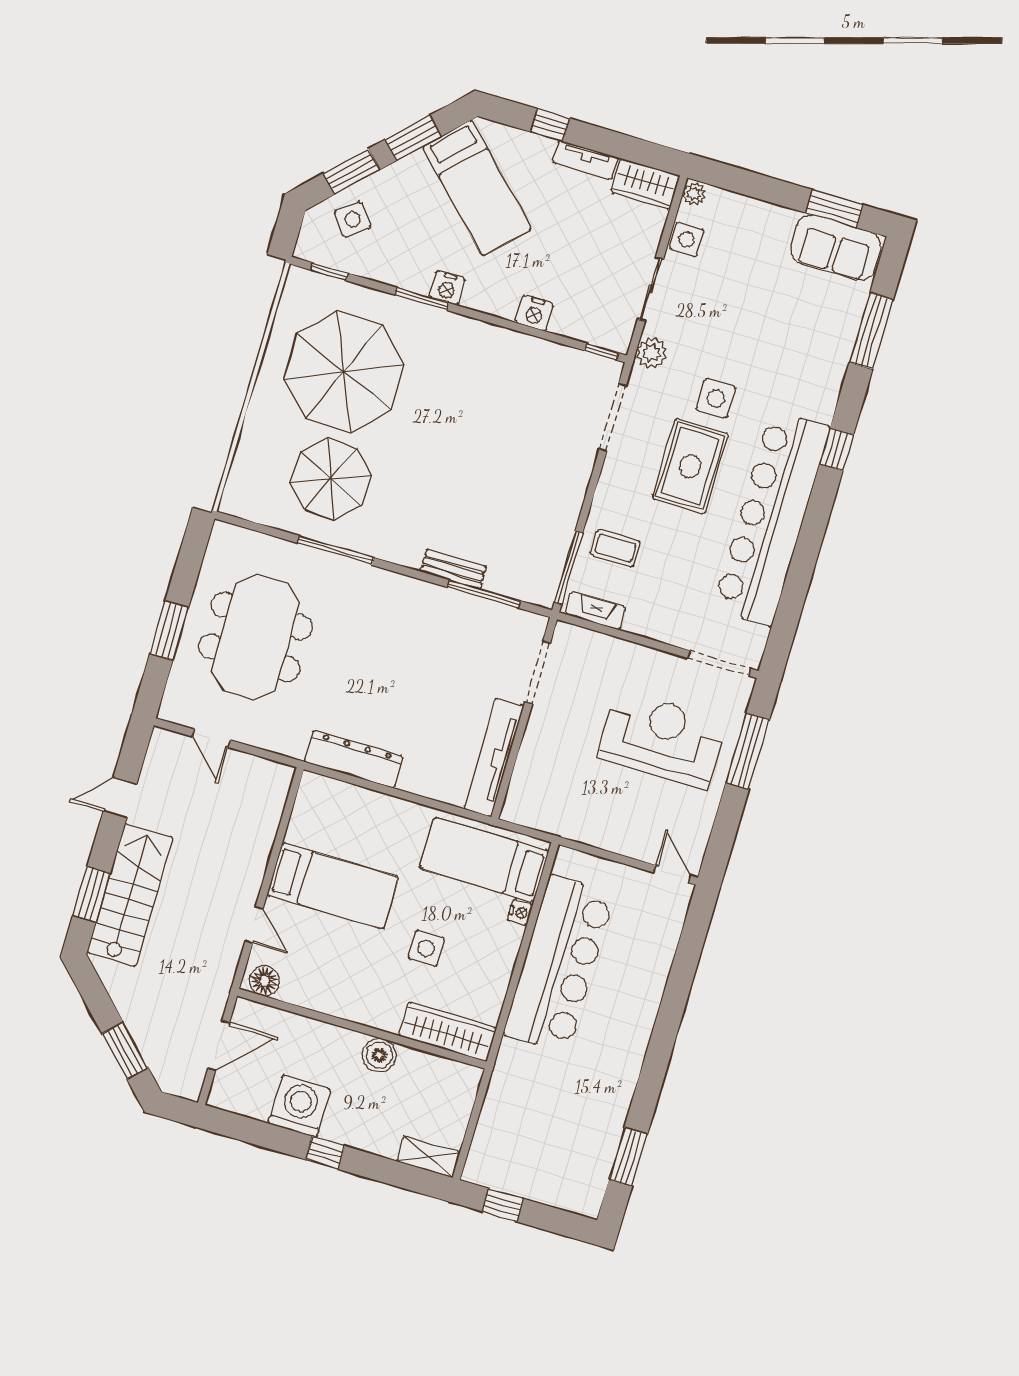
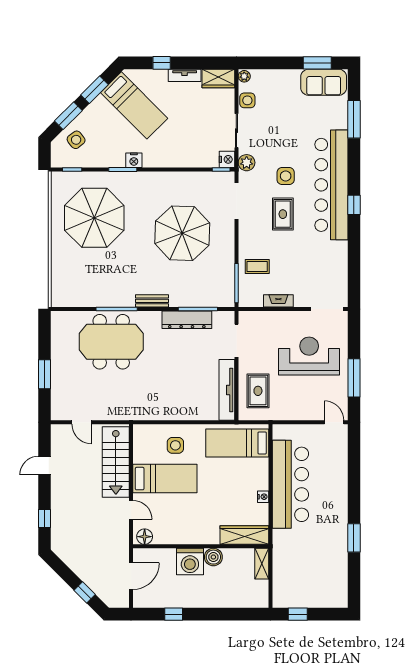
nightstand: (534, 313) -> (227, 159), moved, turned -90
window: (836, 449) -> (354, 205), moved
rug: (690, 466) -> (283, 214), width x0.73, depth x0.70
parasol: (331, 479) -> (182, 233), moved, width x1.36, depth x1.36
bar counter: (771, 518) -> (331, 185), moved
bench: (453, 569) -> (152, 301), moved
fireplace: (596, 611) -> (278, 301), moved
meeting table: (256, 637) -> (111, 342), moved, turned 90
window: (748, 751) -> (354, 378), moved
dresser: (354, 759) -> (187, 320), moved, turned 180
rug: (550, 776) -> (258, 391), added
window: (91, 894) -> (45, 519), width x0.67
stairs: (130, 895) -> (116, 462), moved, turned 180
nightstand: (520, 912) -> (263, 497), moved
side table: (426, 948) -> (175, 445), moved
window: (125, 1050) -> (85, 592), width x0.67
washing machine: (299, 1106) -> (190, 562), moved, turned 180
window: (325, 1153) -> (174, 614), moved
shelving: (428, 1157) -> (262, 564), moved, turned 90
window: (628, 1157) -> (354, 538), moved

